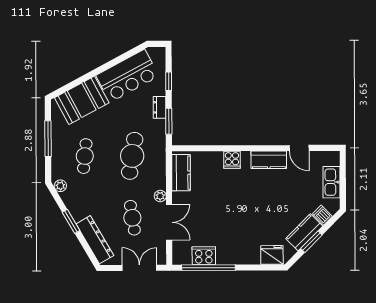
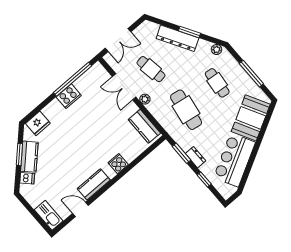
kitchen sink: (332, 182) -> (49, 215), moved
dresser: (95, 240) -> (177, 38), moved
cooker: (204, 256) -> (69, 96), moved

